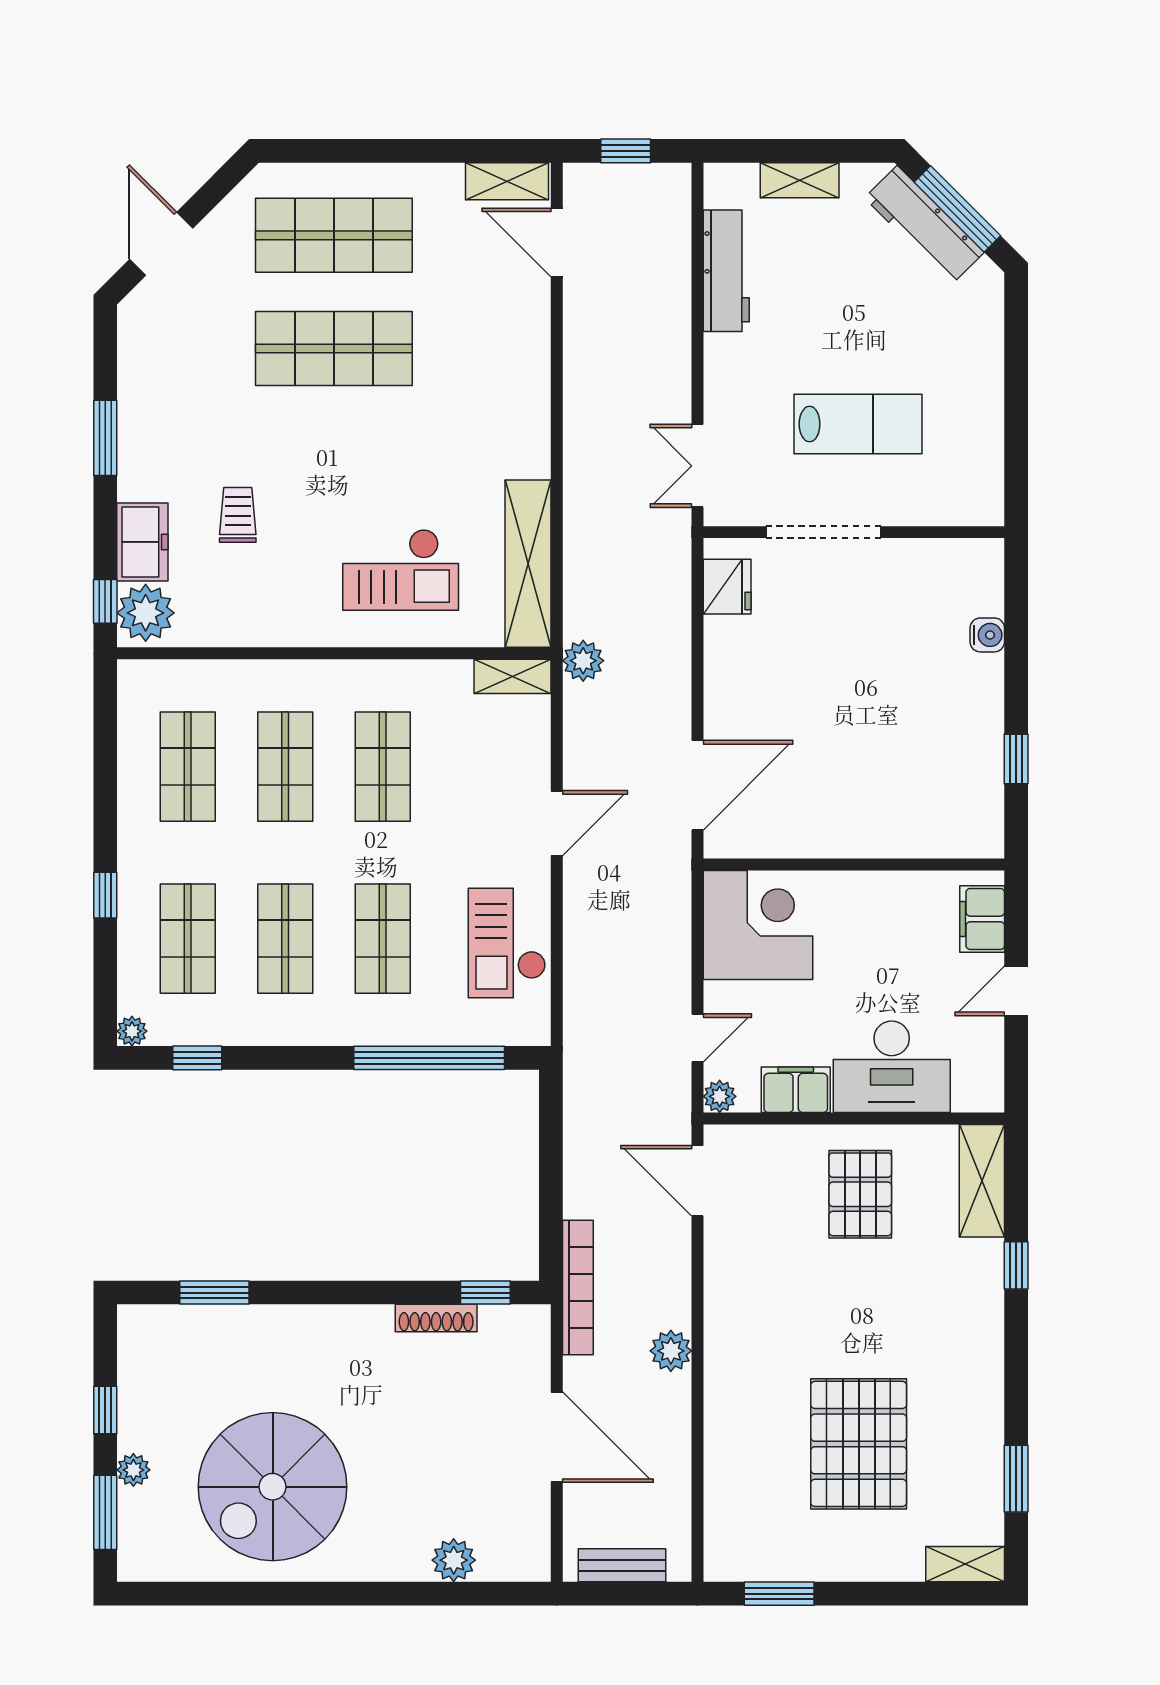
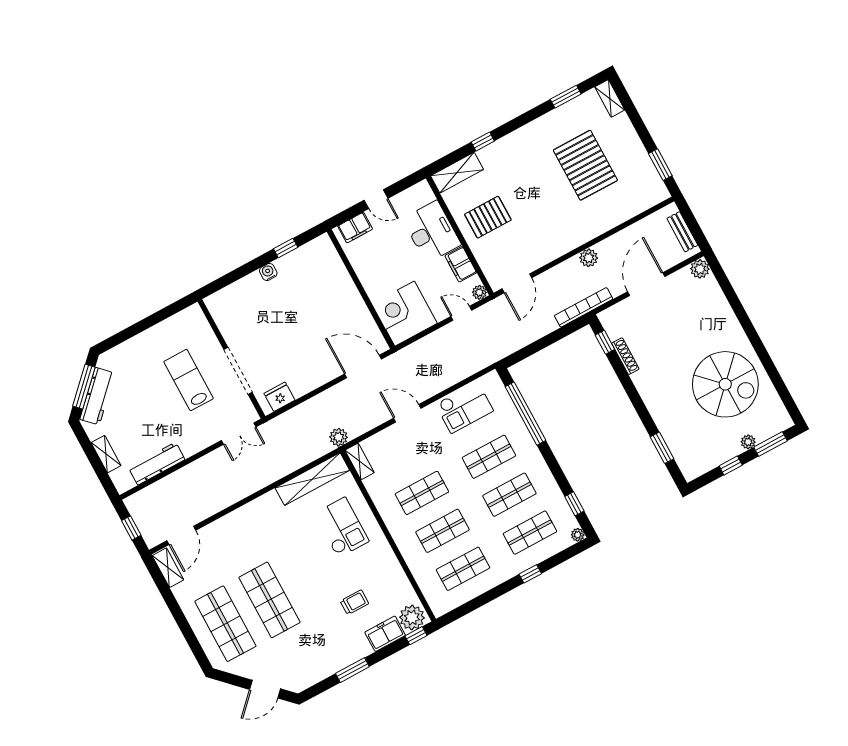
trolley: (238, 515) -> (354, 602), turned 180
water cooler: (987, 635) -> (268, 272), moved
pallet: (859, 1444) -> (585, 165), turned 90
plant: (454, 1560) -> (700, 269), moved

